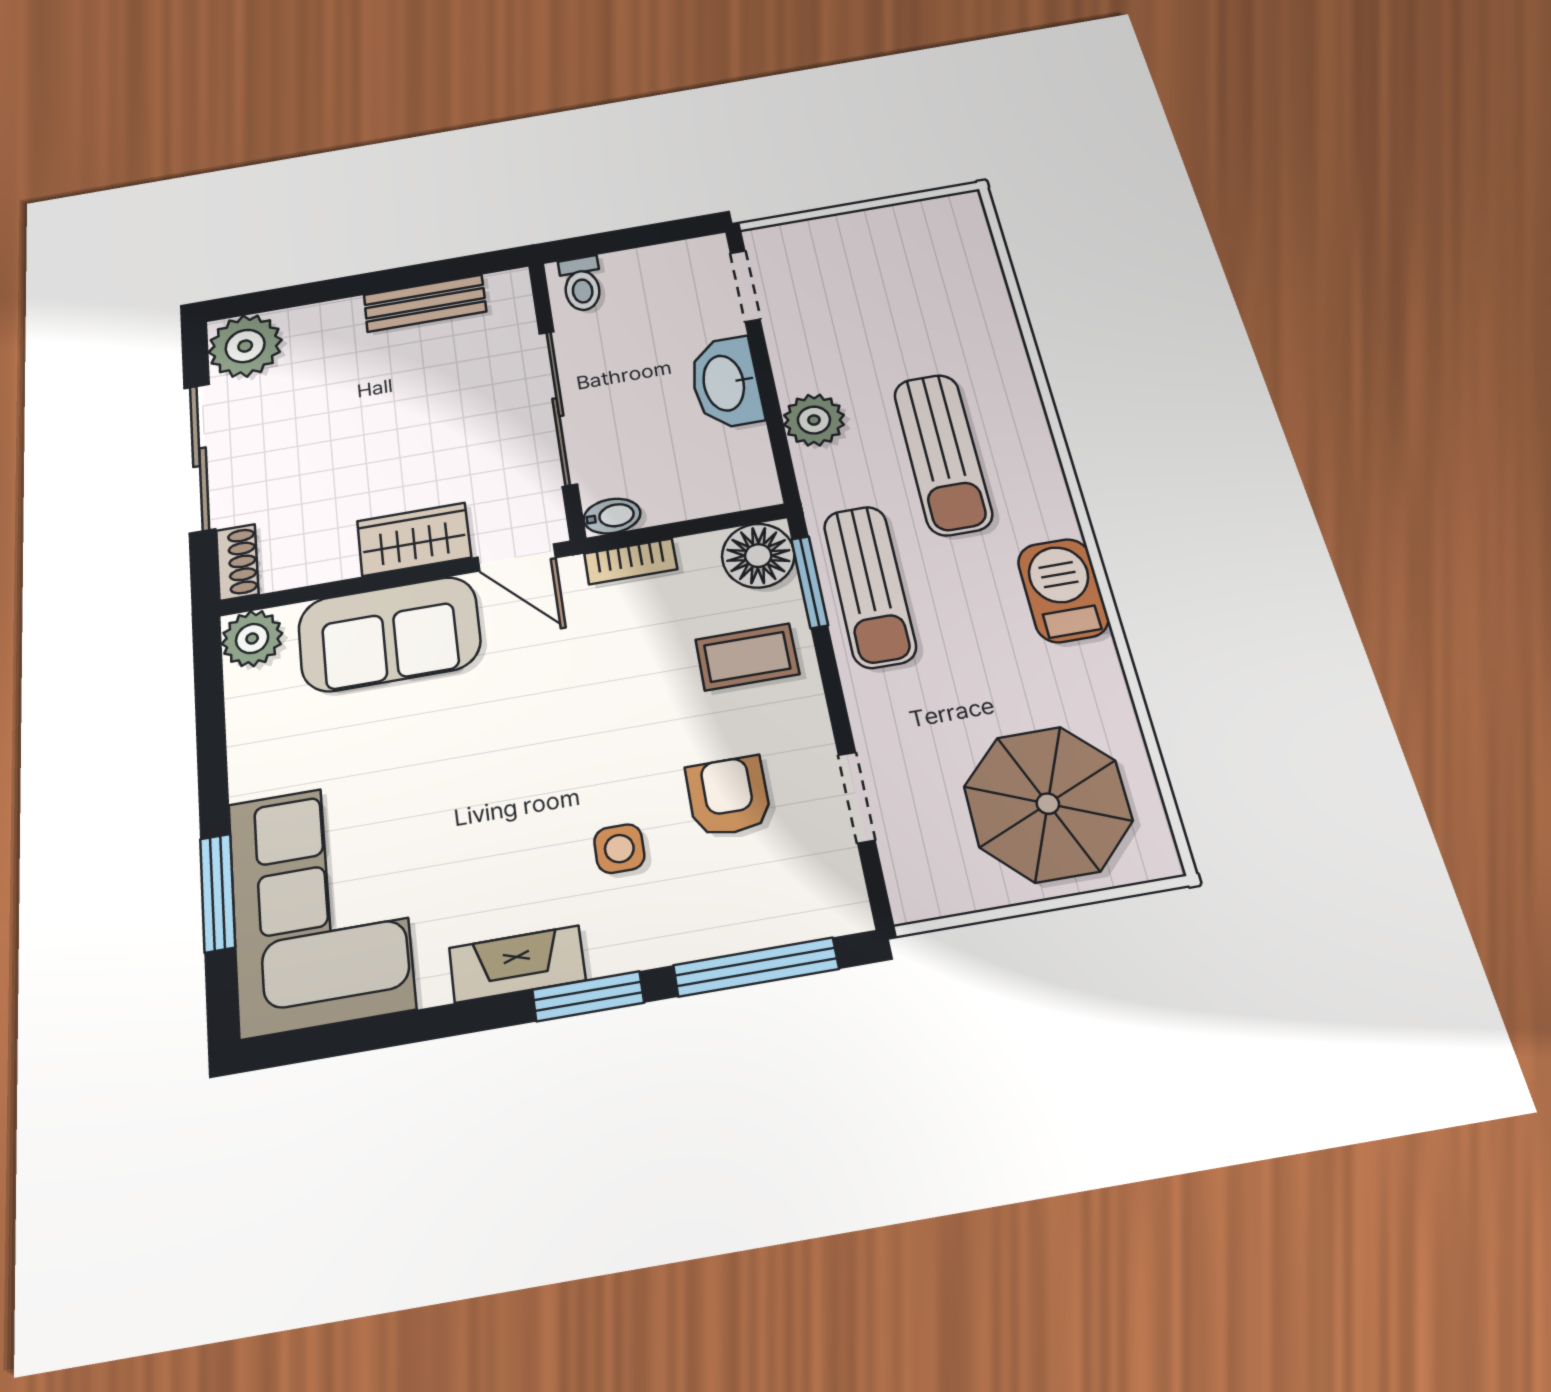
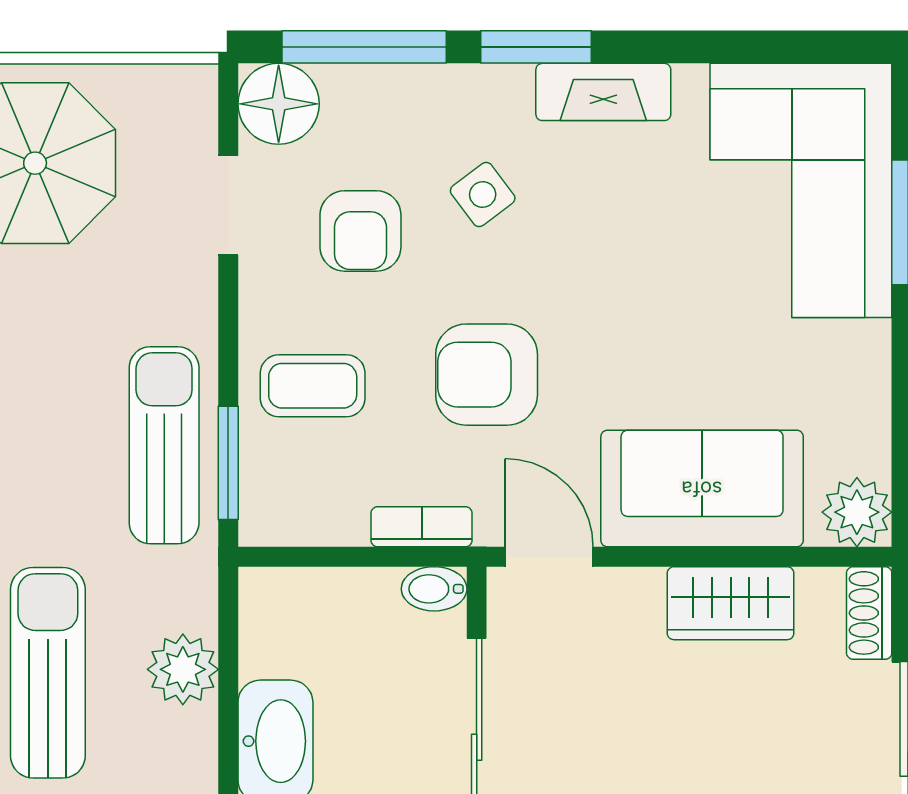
sun lounger: (943, 454) -> (48, 673), moved
wardrobe: (414, 539) -> (731, 603), moved
floor lamp: (758, 556) -> (279, 104), moved
armchair: (592, 693) -> (487, 375), added
side table: (619, 849) -> (483, 195), turned -37

